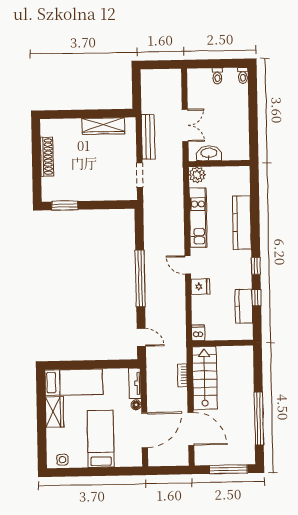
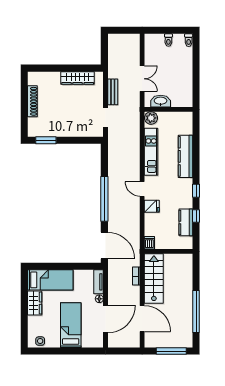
bench: (148, 137) -> (113, 92), width x0.73
door: (141, 337) -> (104, 246), width x1.88

